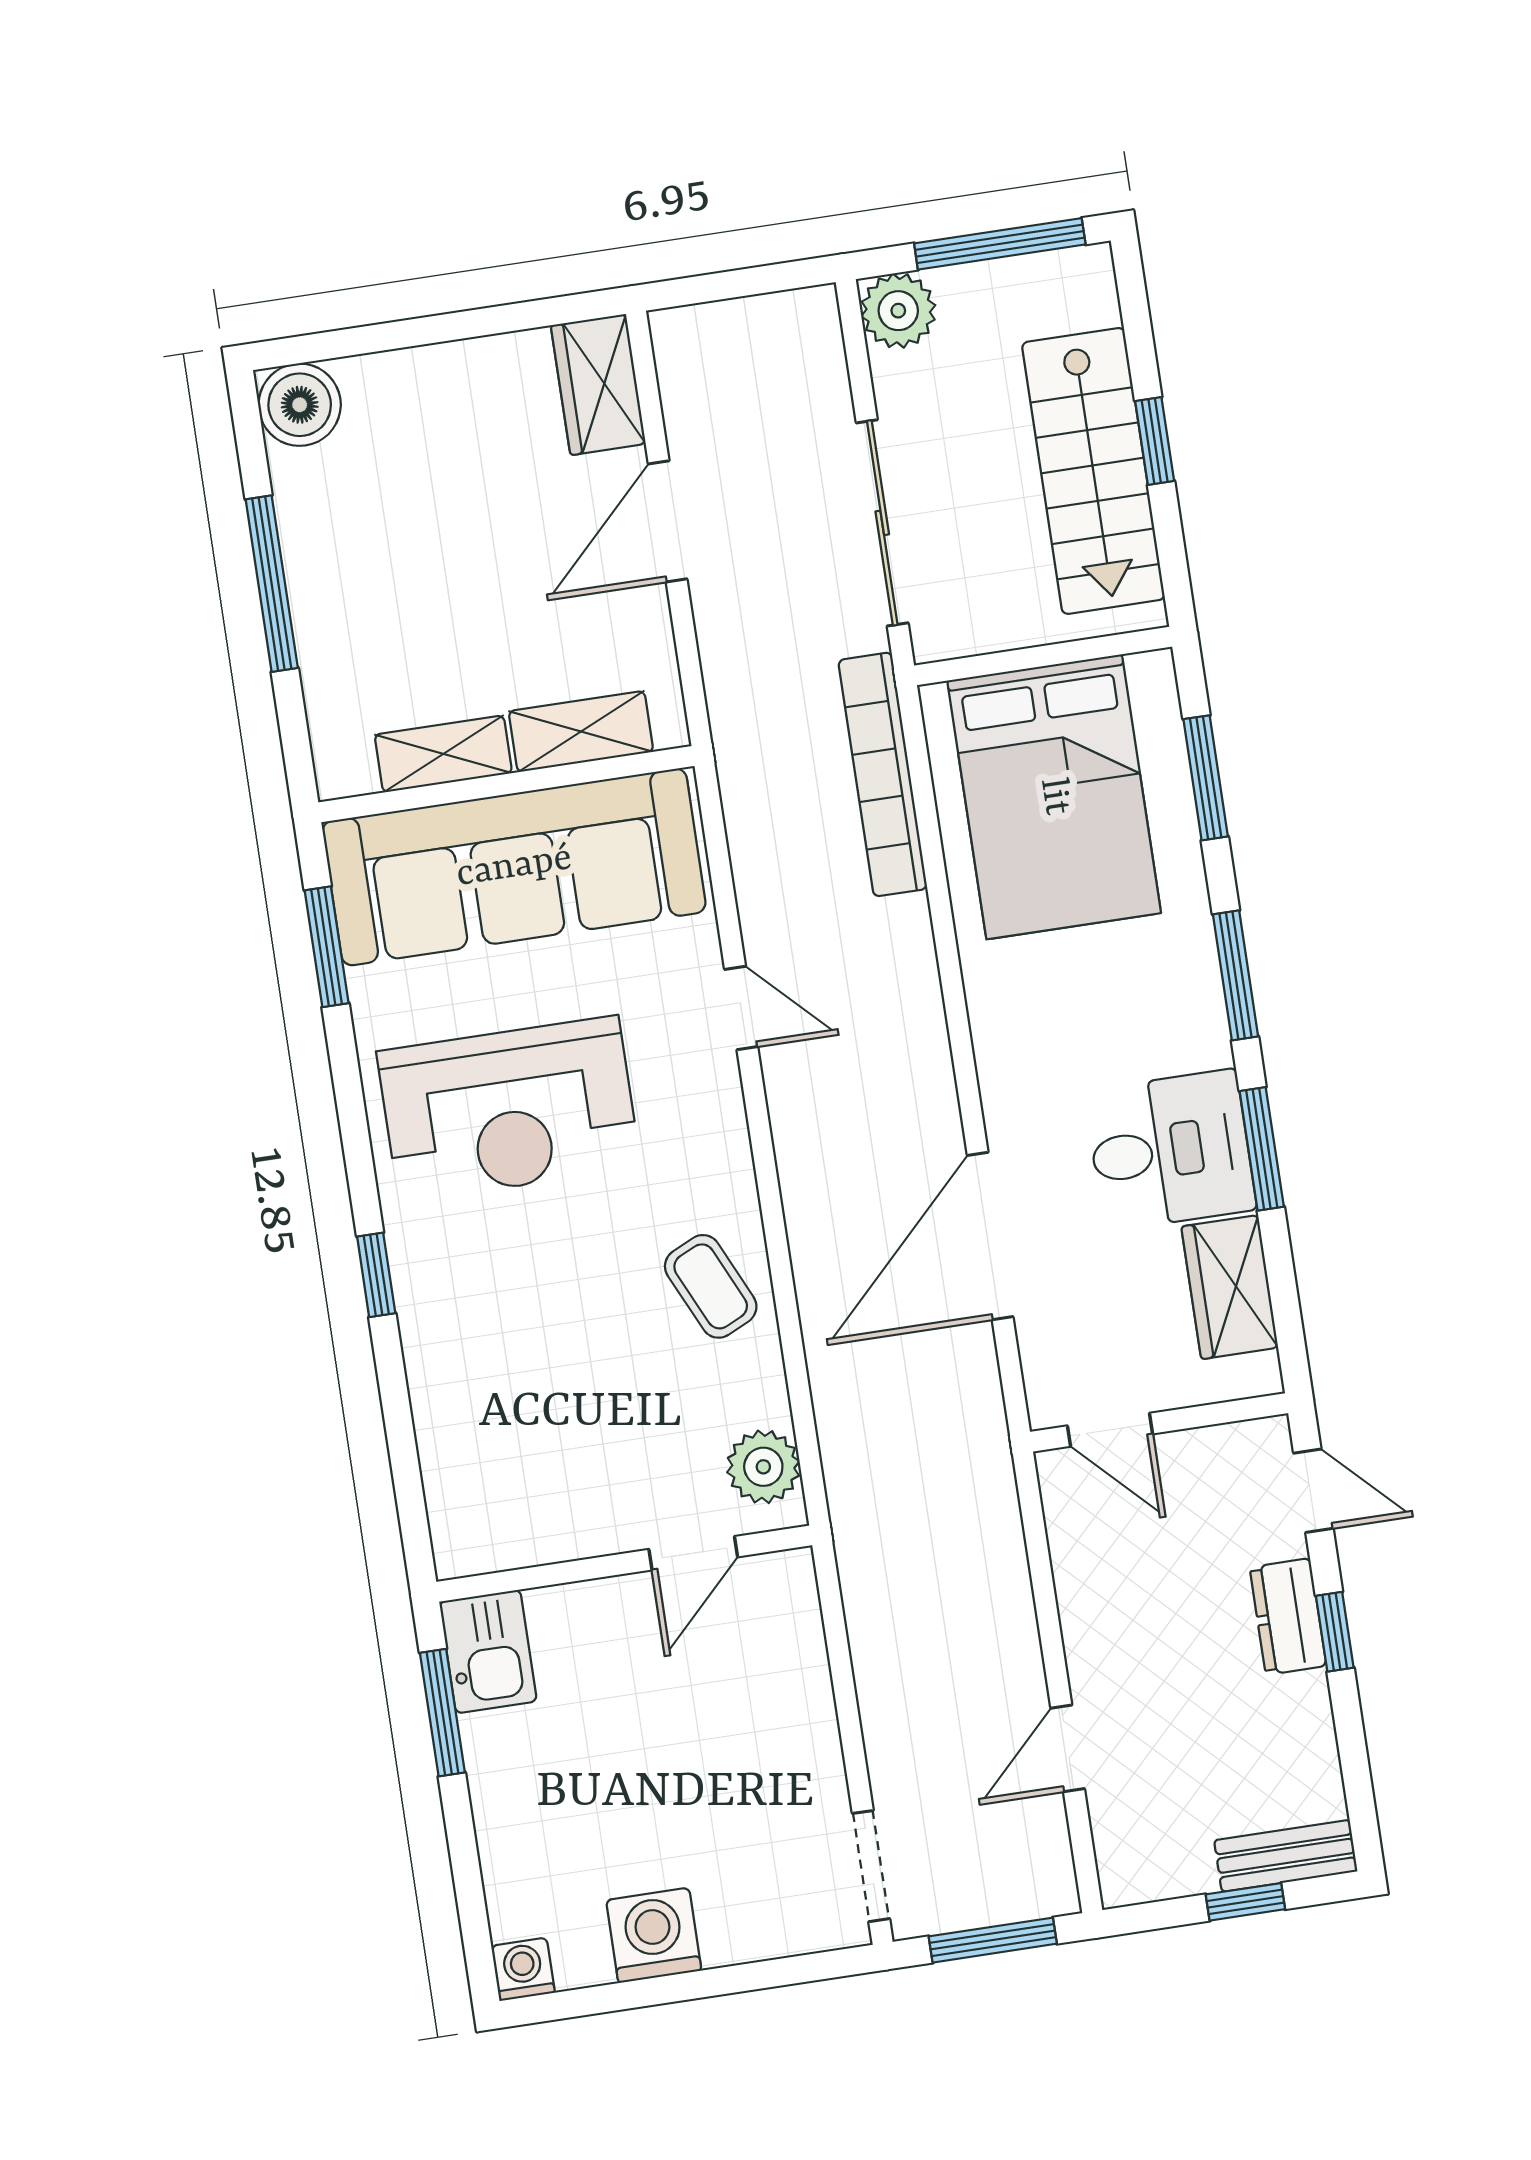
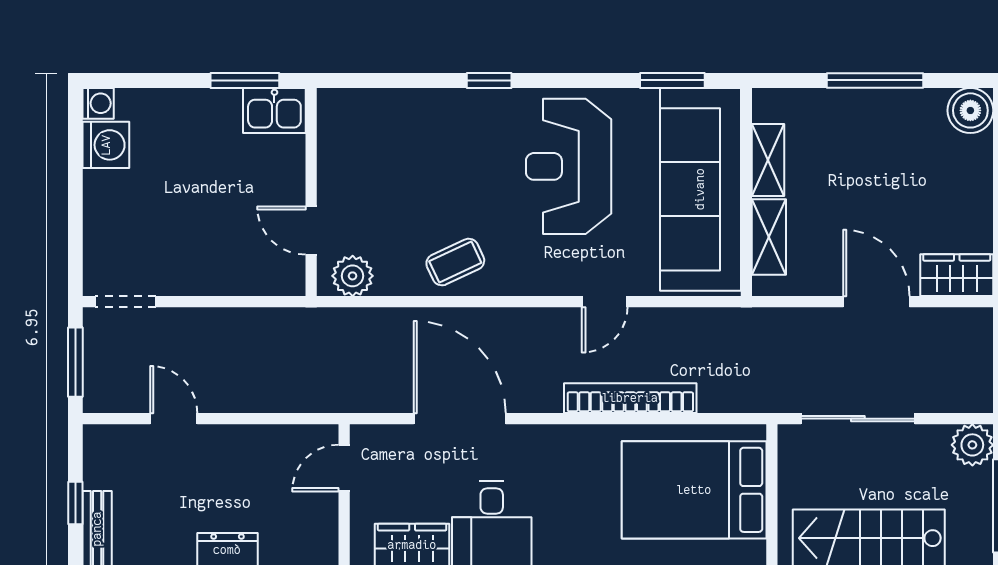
bookcase: (883, 774) -> (630, 398), moved
washing machine: (654, 1935) -> (106, 145), moved

